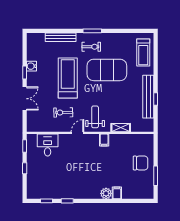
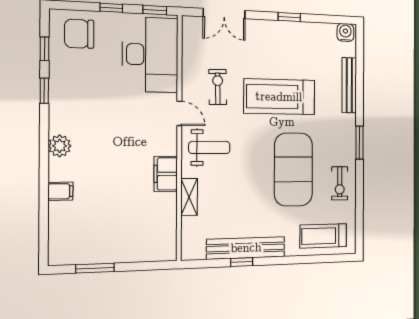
exercise bike: (91, 47) -> (340, 183), moved
water cooler: (31, 66) -> (345, 32), moved
treadmill: (68, 78) -> (279, 97), turned 180
double door: (25, 99) -> (224, 14), moved
filing cabinet: (104, 140) -> (166, 174), width x2.00
desk: (48, 145) -> (150, 55), width x1.87, depth x1.30
chair: (141, 163) -> (79, 34), moved, turned 90
plant: (106, 193) -> (60, 146), moved

